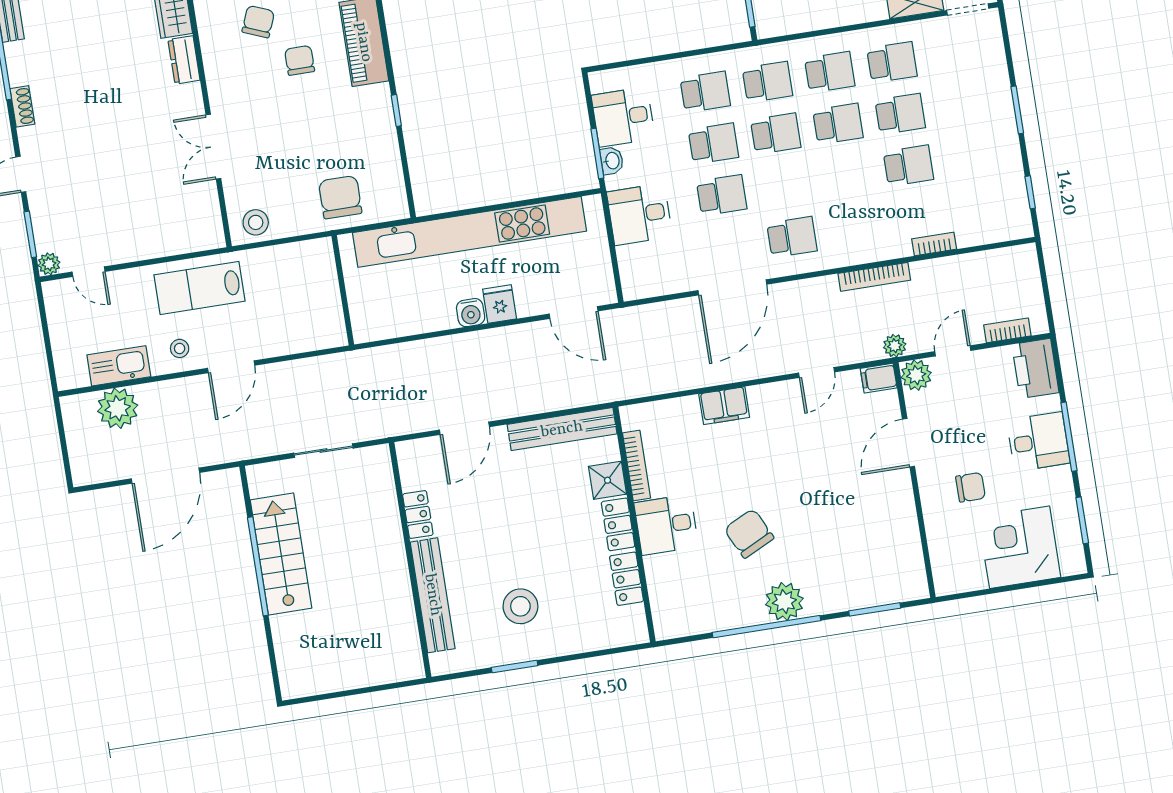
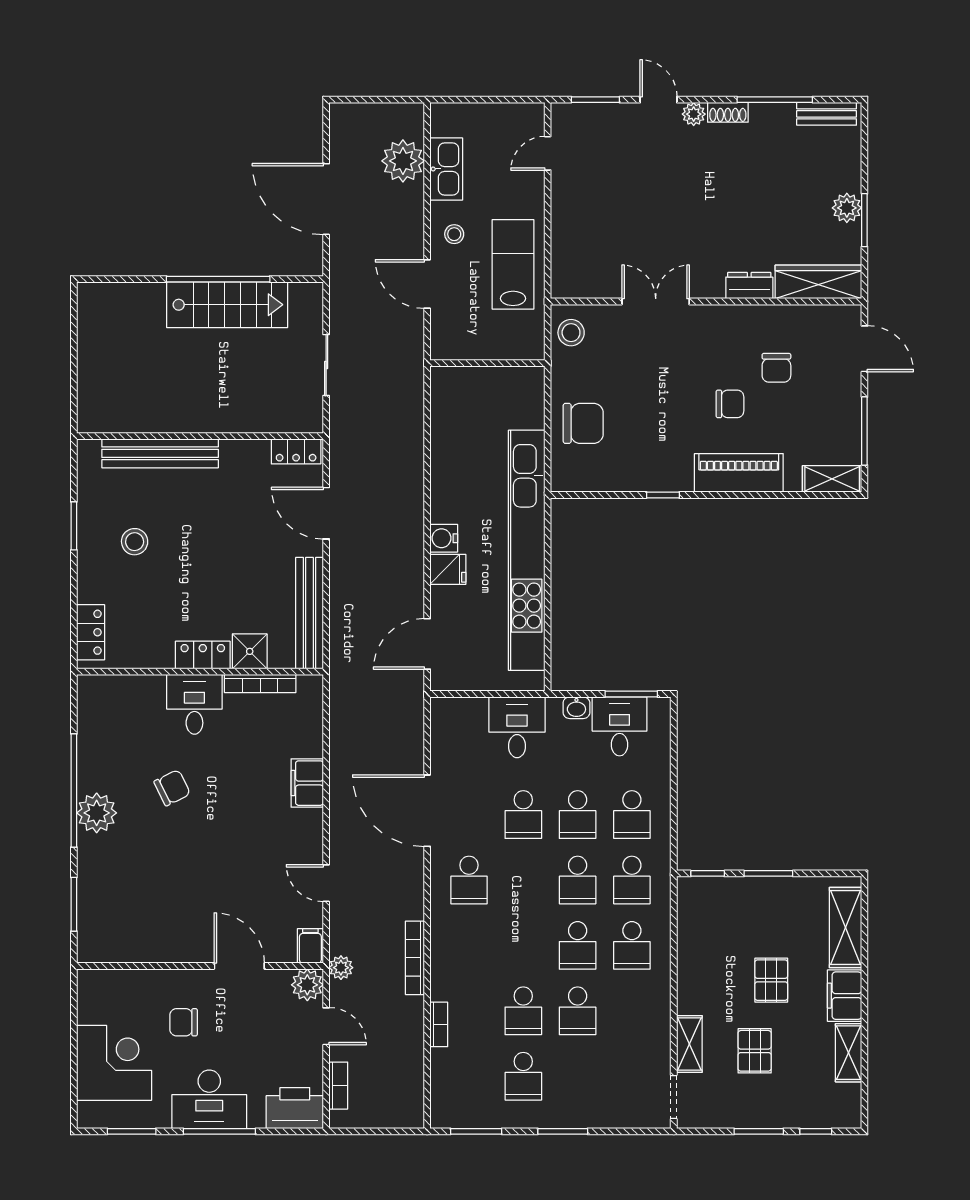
chair: (258, 22) -> (776, 368), turned 68
school desk: (892, 62) -> (523, 1076), moved
window: (597, 153) -> (631, 694), moved
window: (1030, 192) -> (476, 1131), width x1.50
plant: (49, 264) -> (694, 114), moved
wall: (343, 290) -> (487, 363), moved
desk: (1038, 442) -> (209, 1099), width x1.37
chair: (970, 487) -> (184, 1022), turned 90
locker: (418, 514) -> (296, 451), moved
chair: (749, 533) -> (172, 788), width x0.73, depth x0.73
locker: (626, 579) -> (91, 632), moved, turned 90
stool: (520, 606) -> (135, 542), width x0.73, depth x0.73

